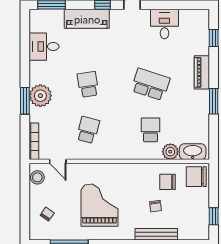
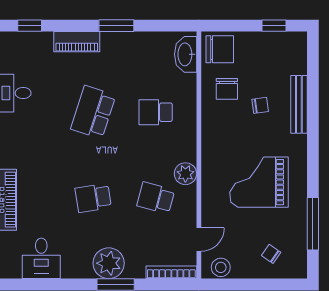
plant: (170, 152) -> (185, 174), moved
chair: (196, 177) -> (220, 49), turned -90

